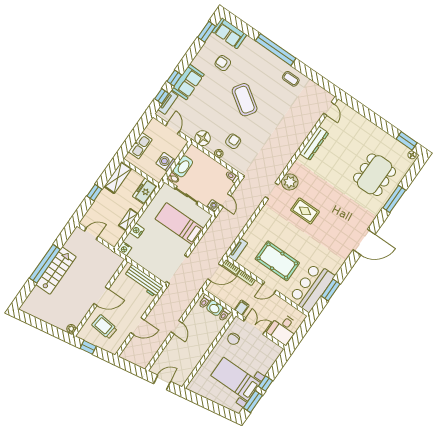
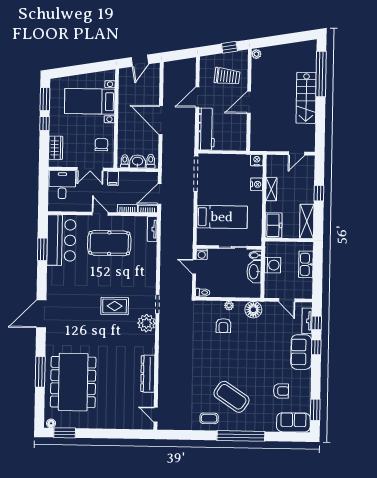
coffee table: (245, 100) -> (231, 397), moved
dining table: (375, 175) -> (73, 382), width x1.36, depth x1.24
window: (45, 264) -> (321, 74), moved
workbench: (144, 281) -> (206, 129), moved, turned 90
door: (269, 288) -> (100, 214), hinge flipped
door: (176, 327) -> (161, 120), width x1.87
wardrobe: (269, 360) -> (56, 148), added
bed with nightstands: (236, 379) -> (90, 101), moved, turned 180

